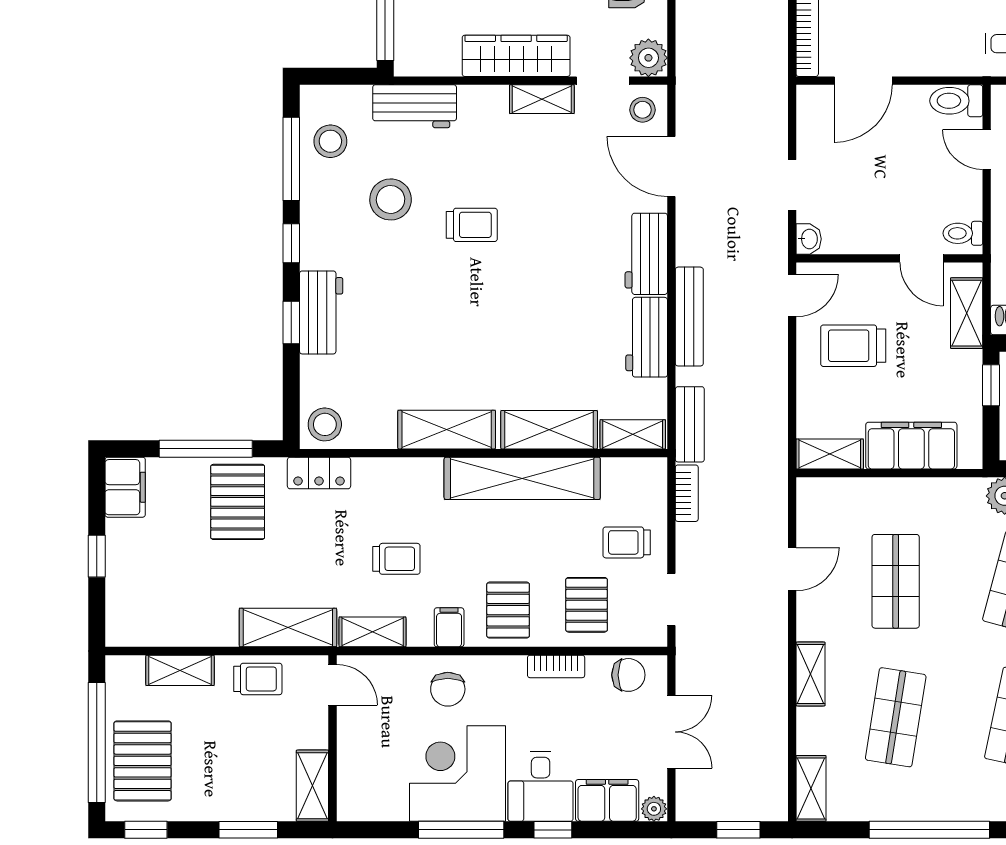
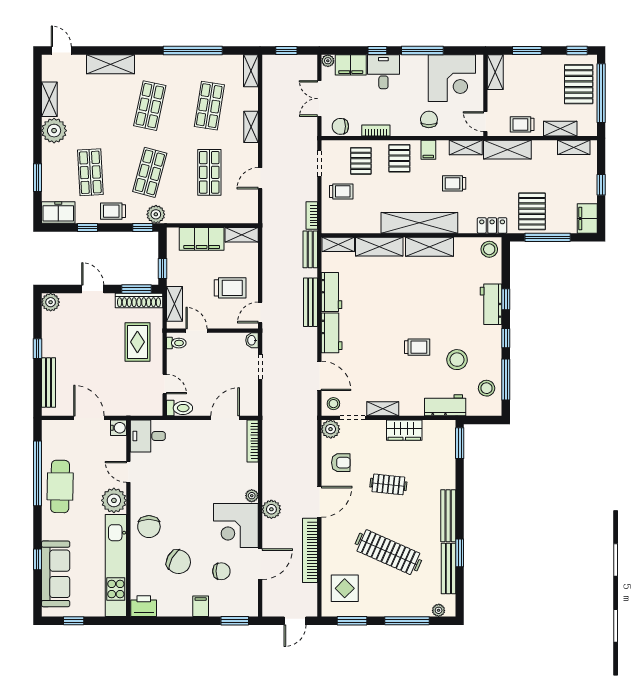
wardrobe: (516, 56) -> (404, 430), width x0.67
trolley: (472, 225) -> (417, 347), turned 180
shelving: (522, 478) -> (419, 223), moved
shelving: (152, 632) -> (574, 147), added
corner desk: (458, 774) -> (452, 78), moved

